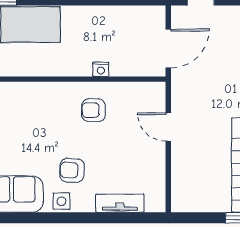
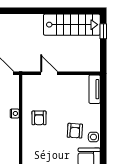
door: (168, 127) -> (49, 73), swing flipped
tv unit: (120, 203) -> (95, 89), moved

